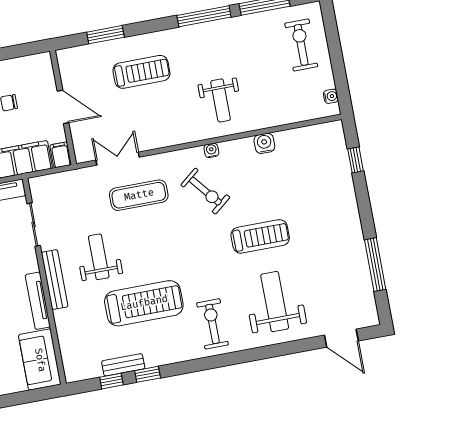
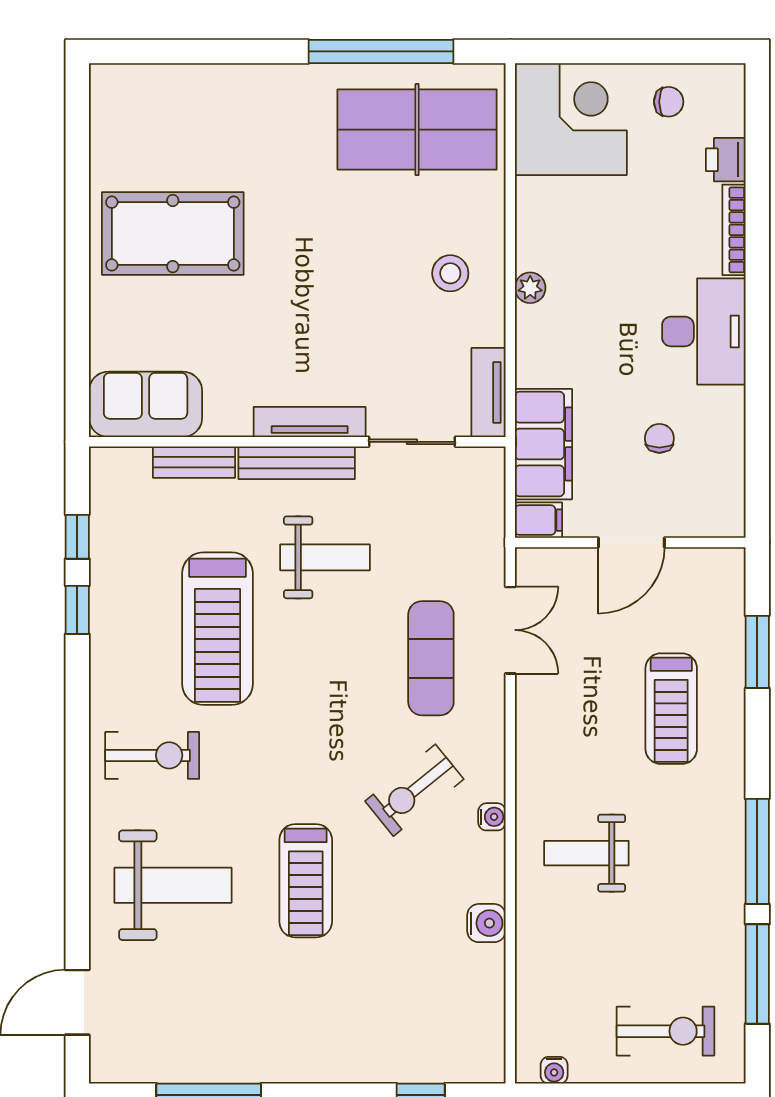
tv unit: (38, 301) -> (310, 422), moved
bench: (123, 365) -> (194, 462), moved, turned 90

